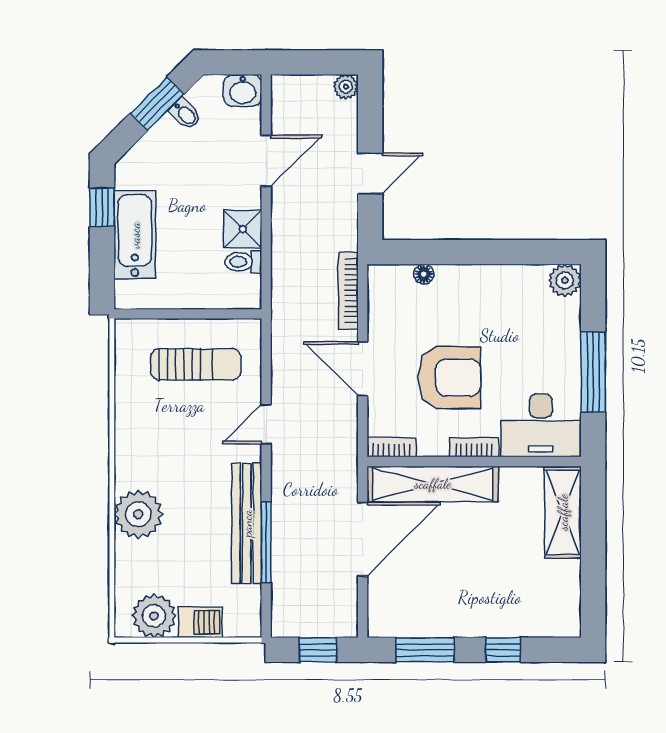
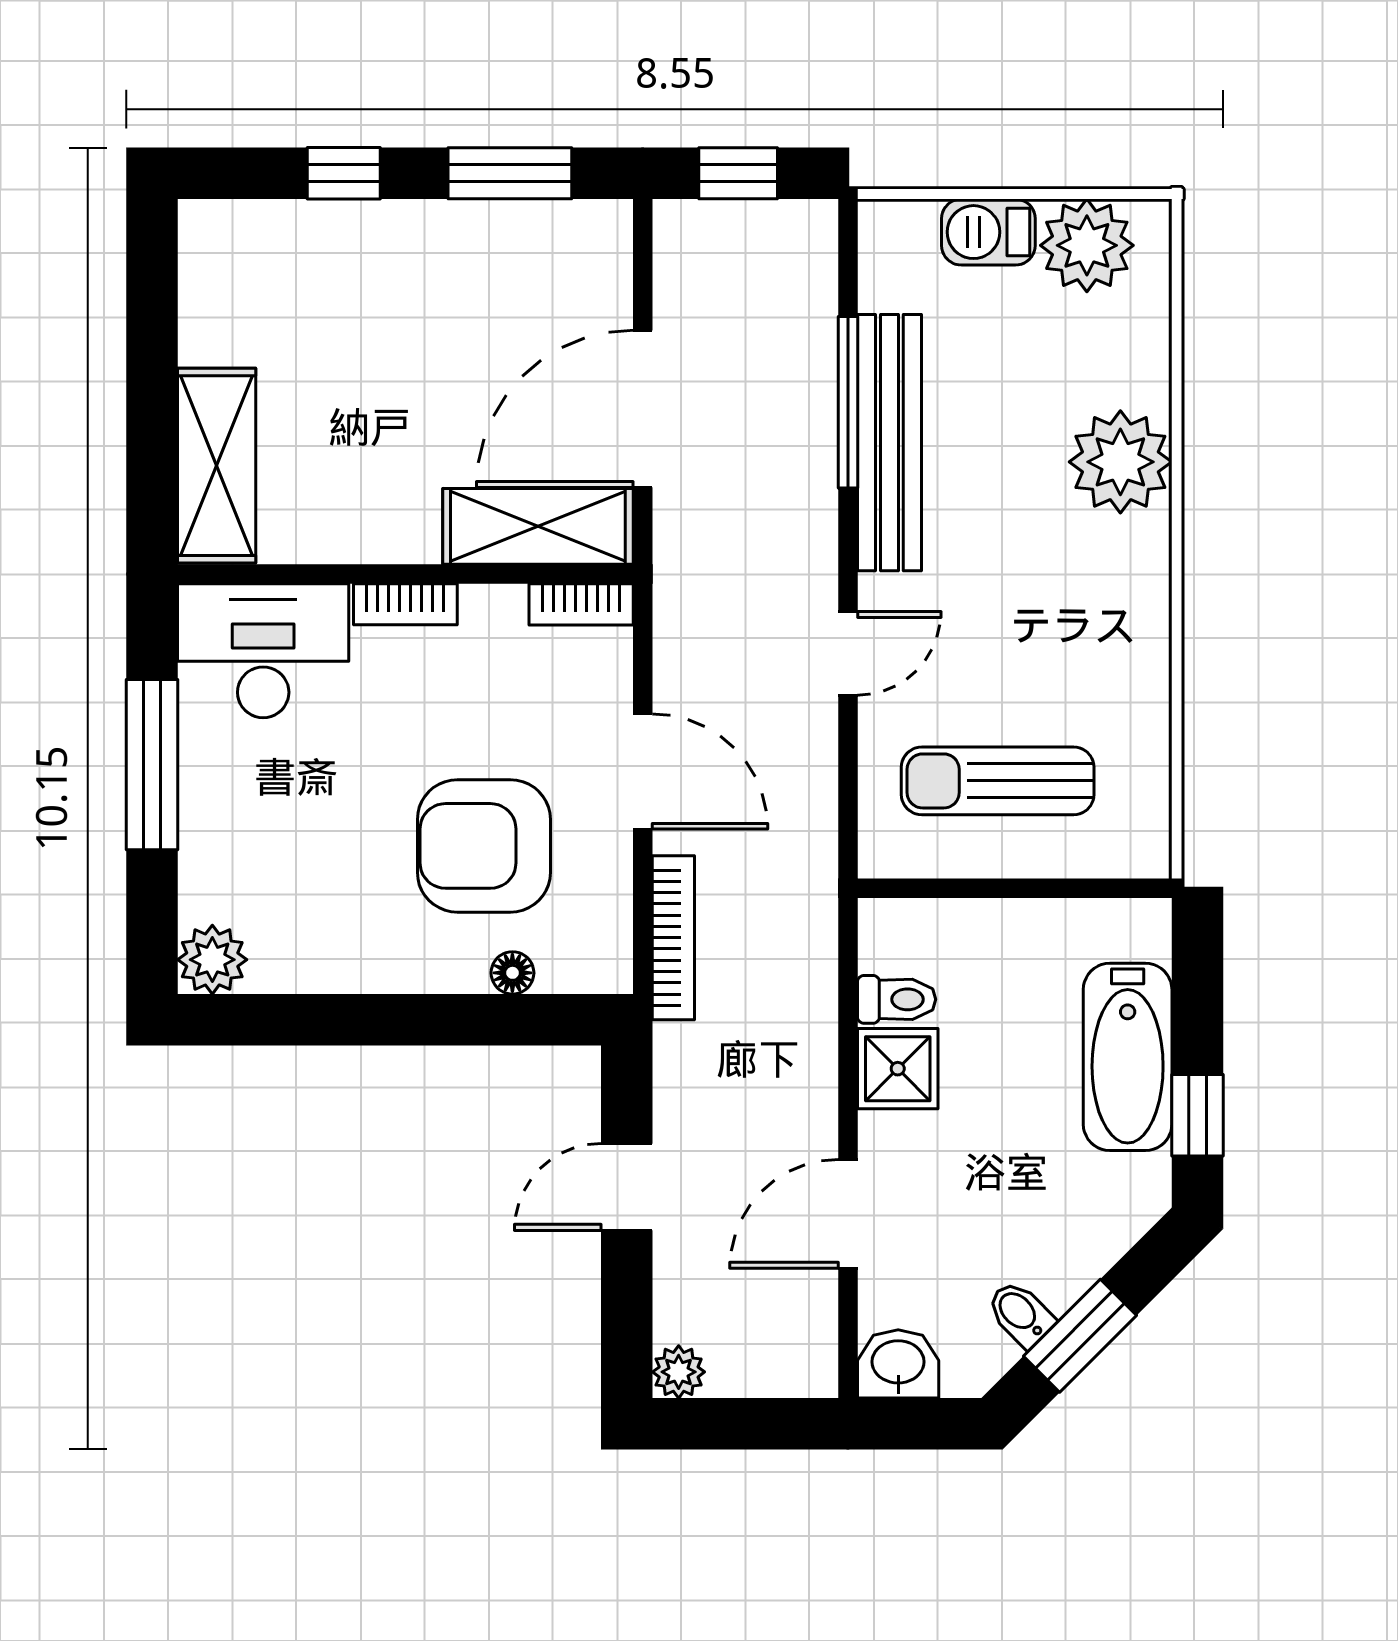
armchair: (449, 378) -> (484, 846), moved
shelving: (433, 484) -> (538, 526), width x0.68

